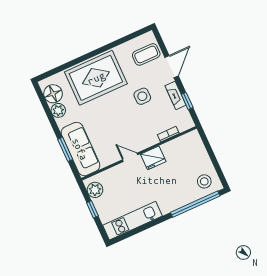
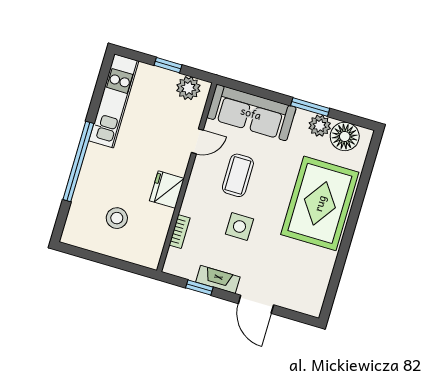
coffee table: (146, 54) -> (238, 175), moved
side table: (142, 96) -> (239, 226), moved
window: (65, 149) -> (310, 107), moved
door: (130, 157) -> (197, 141), moved
stool: (204, 181) -> (117, 218), moved
window: (195, 204) -> (78, 162), moved

